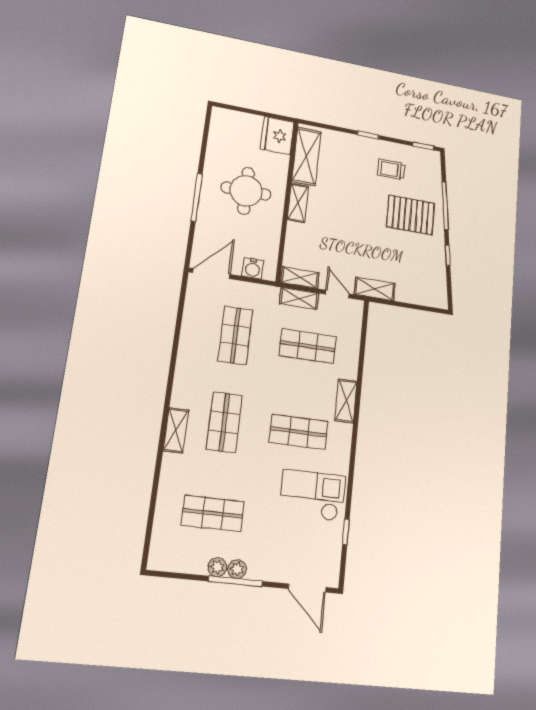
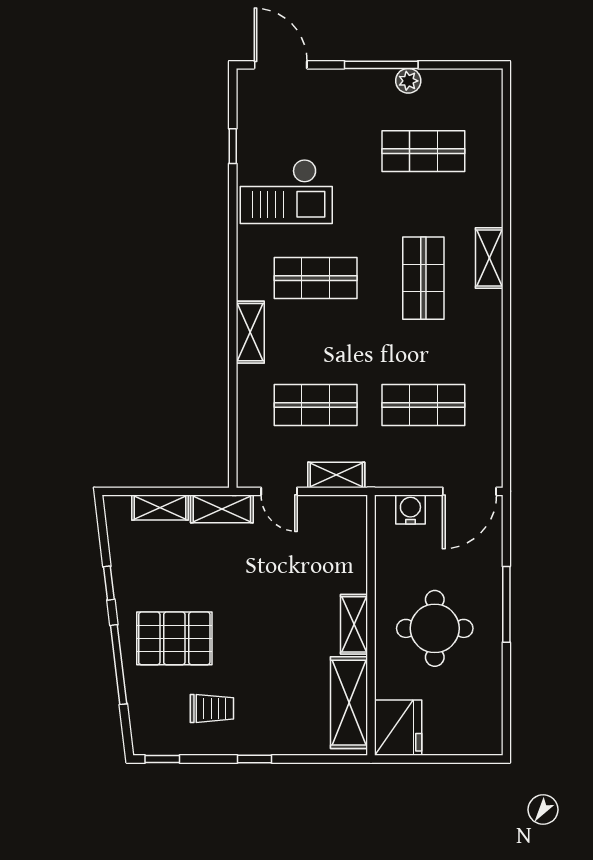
shelving: (300, 277) -> (160, 508), moved
shop shelf: (235, 335) -> (423, 405), turned 90
plant: (237, 569) -> (381, 81), removed

